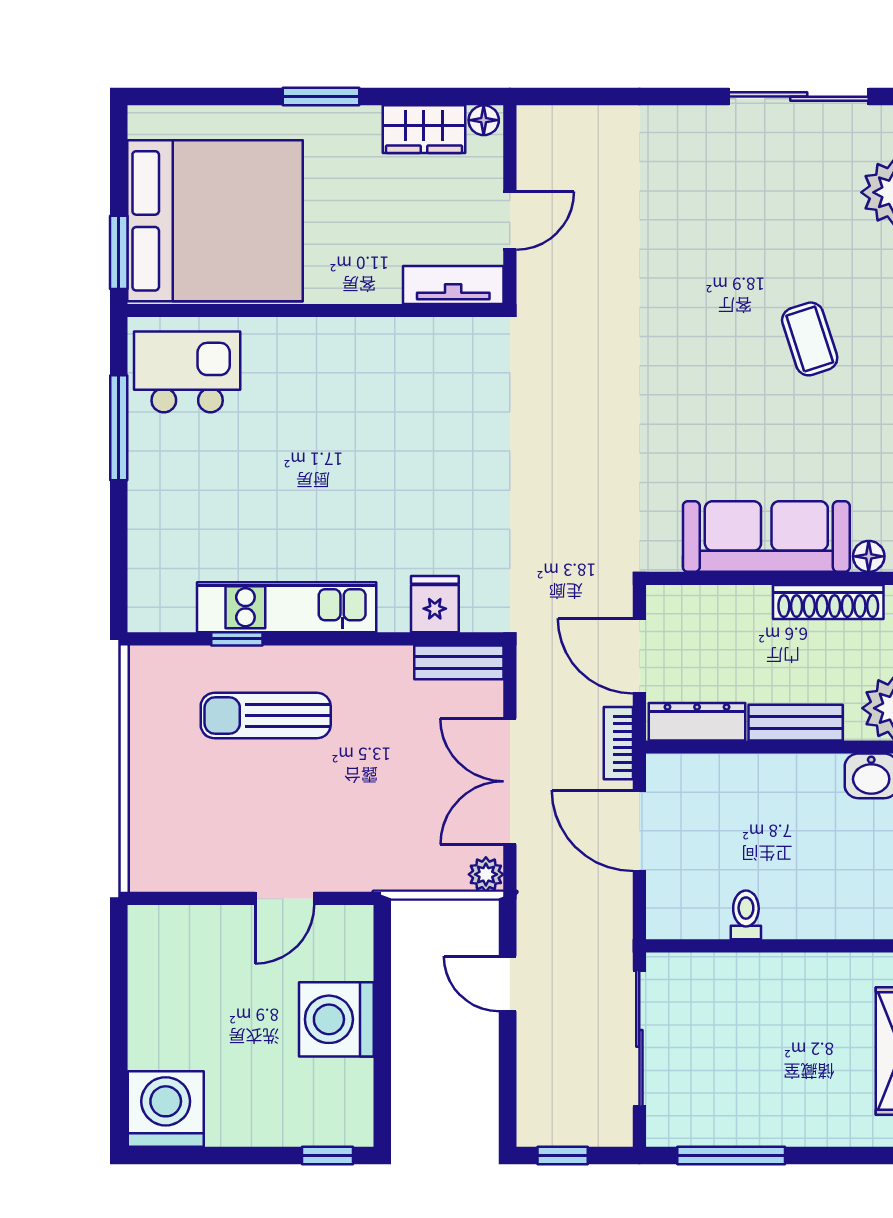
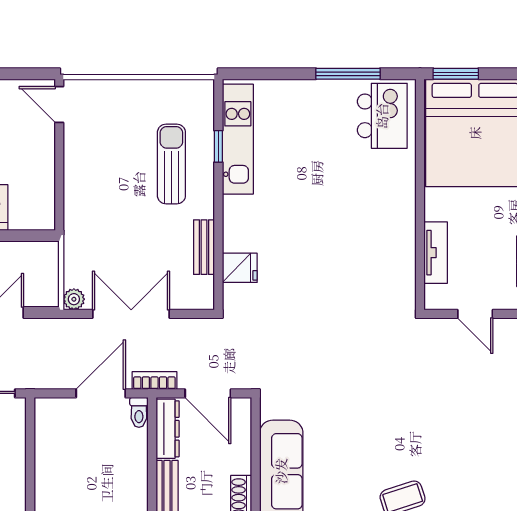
tv unit: (453, 285) -> (436, 253), moved
kitchen unit: (287, 607) -> (238, 139), moved
door: (639, 656) -> (208, 393), swing flipped
bench: (459, 662) -> (204, 247), moved
door: (285, 898) -> (59, 105), moved
toilet: (746, 915) -> (139, 412), moved, turned 90

